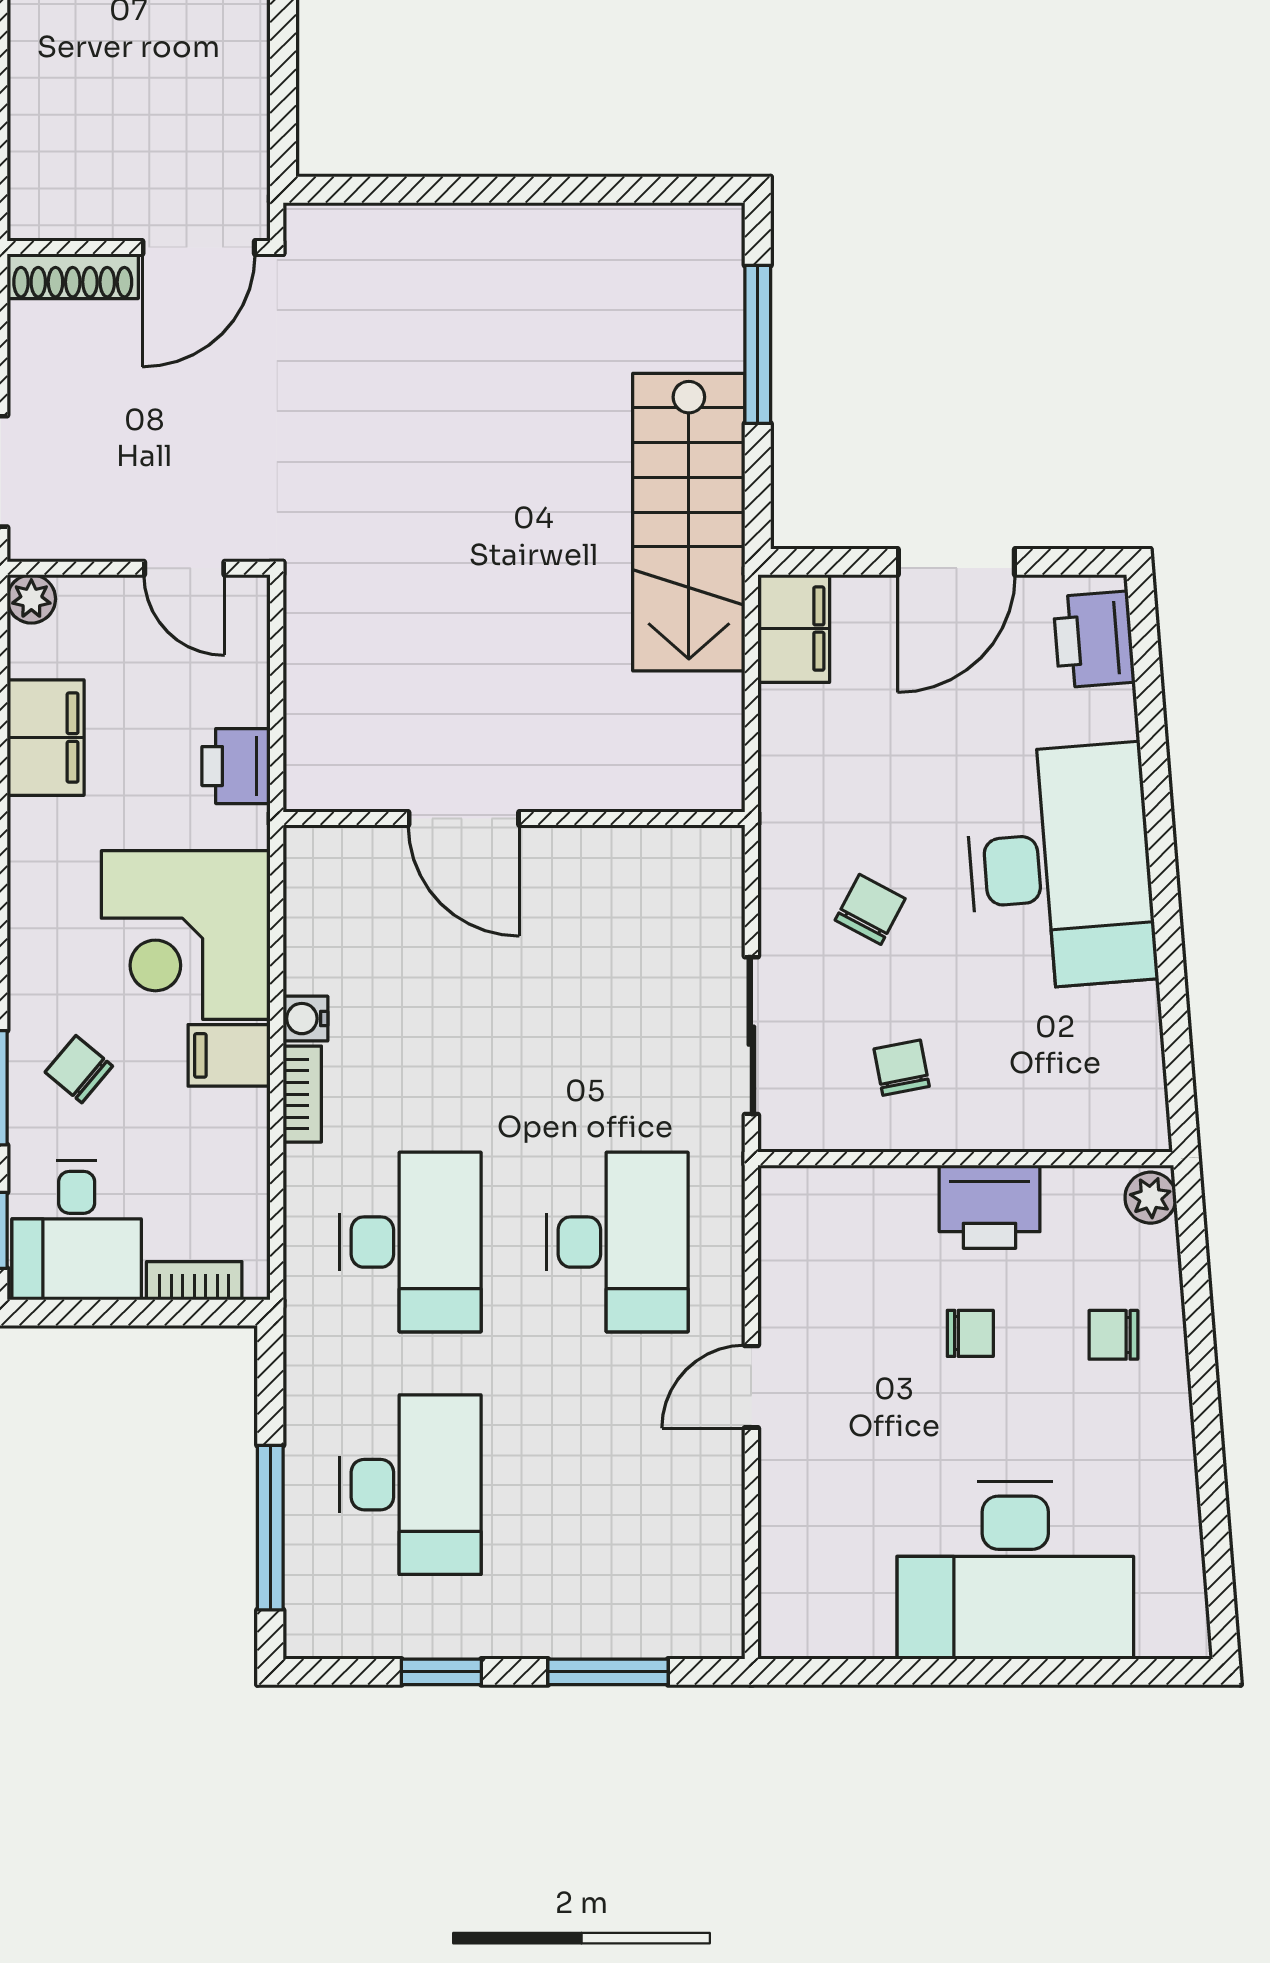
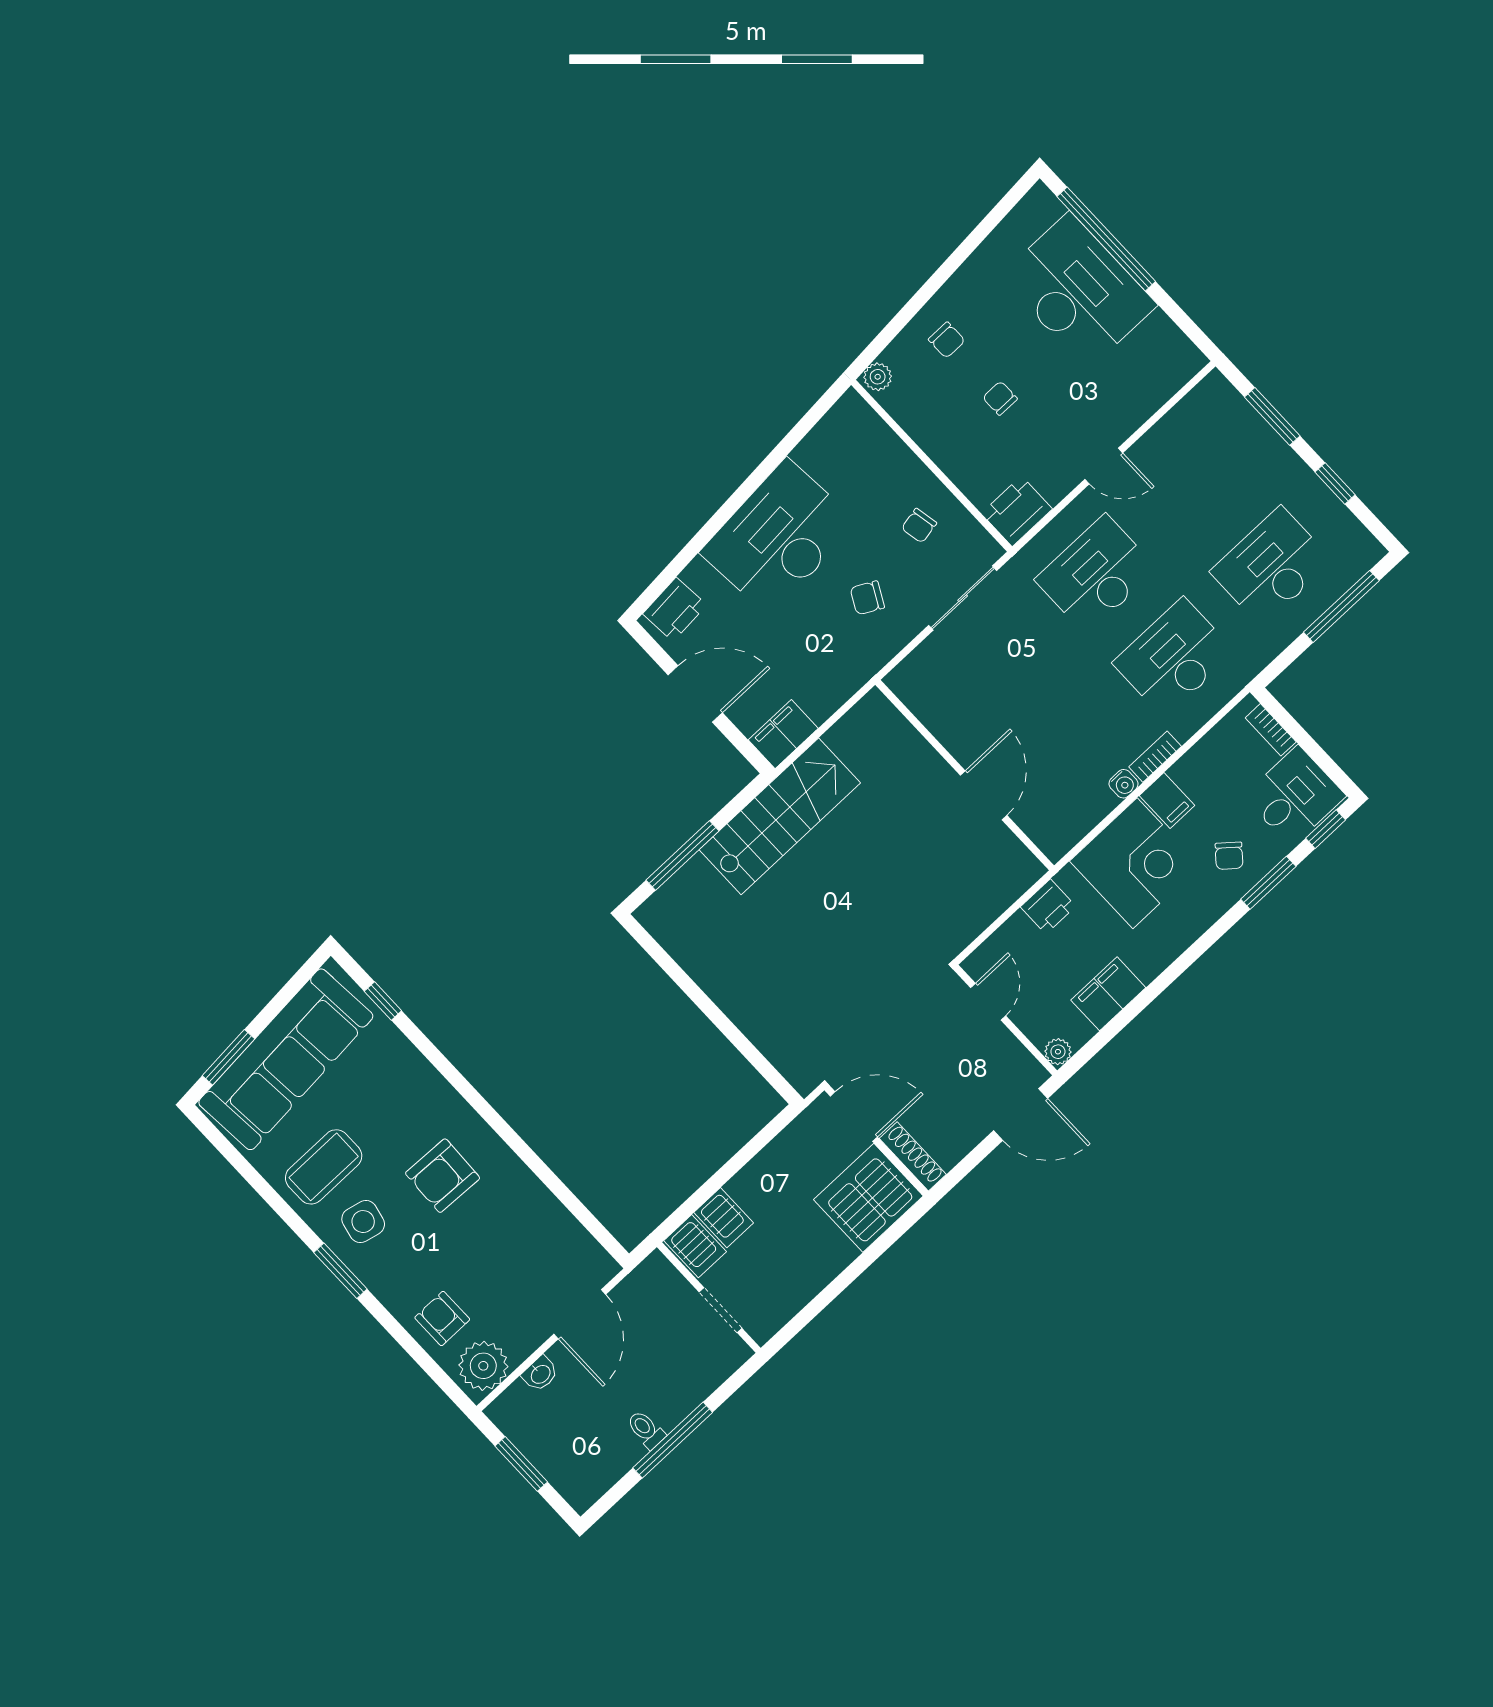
server rack: (73, 166) -> (868, 1198), added
printer: (990, 1207) -> (1017, 511), moved, turned -90
window: (1049, 1672) -> (1106, 239), added

